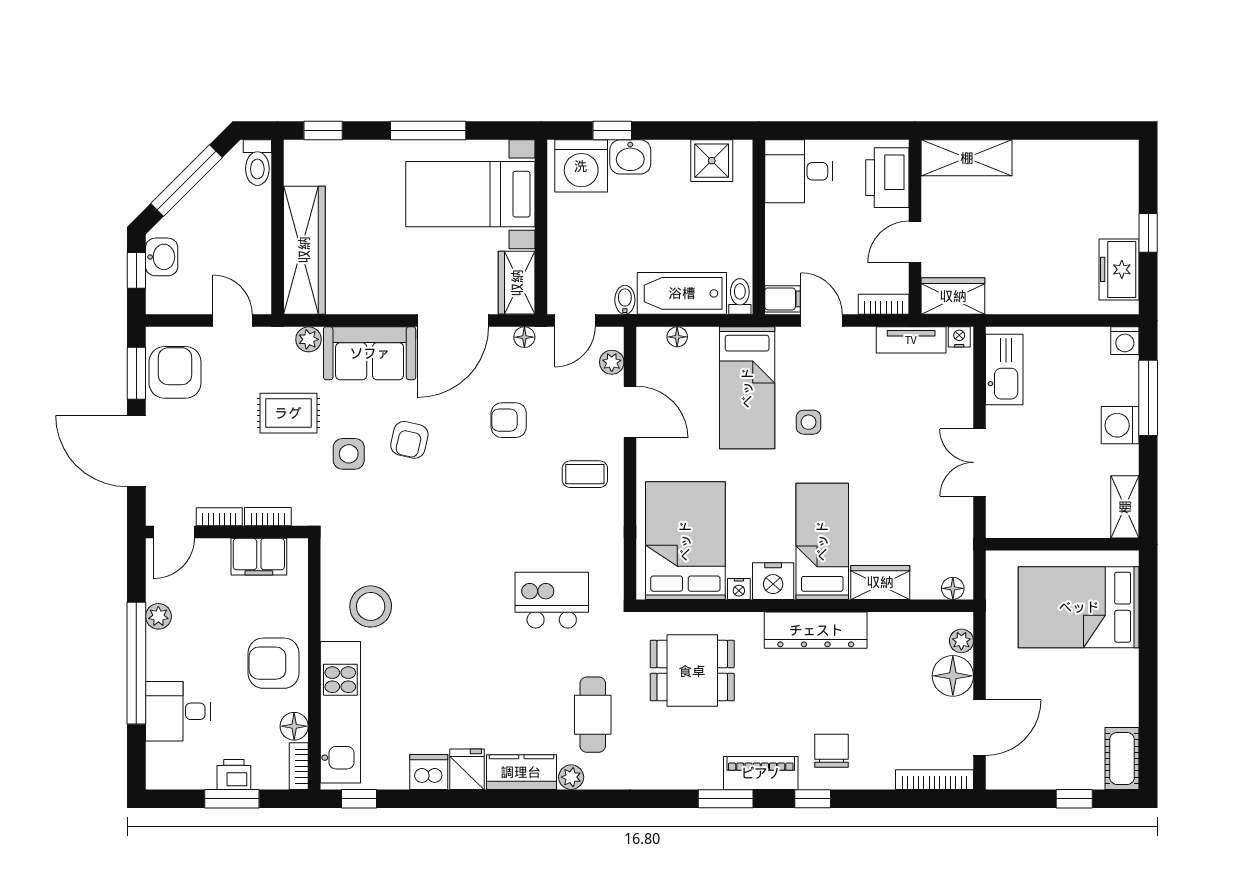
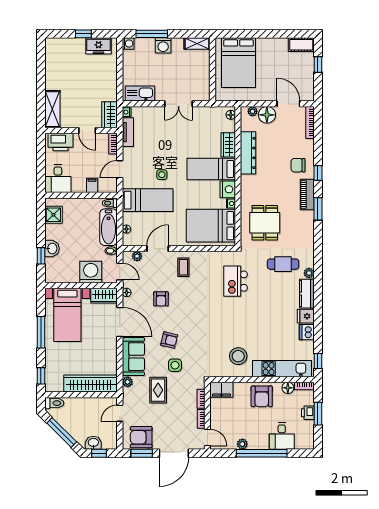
washing machine: (581, 166) -> (91, 272), moved, turned -90
filing cabinet: (783, 299) -> (92, 185), moved
filing cabinet: (259, 557) -> (221, 390), moved, turned 90
dresser: (816, 630) -> (248, 153), moved

